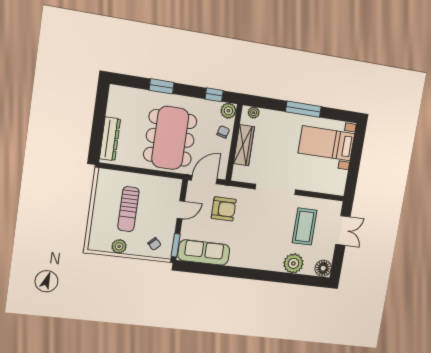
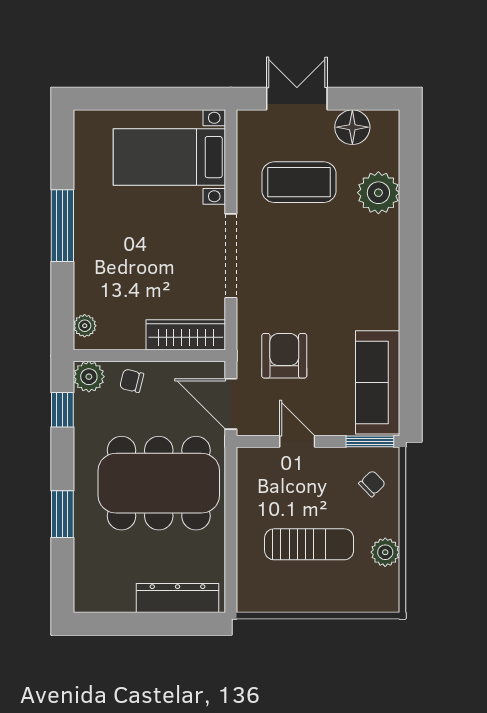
bed with nightstands: (326, 143) -> (169, 157), moved, turned 90
wardrobe: (244, 145) -> (186, 335), moved
floor lamp: (323, 268) -> (352, 127), moved

